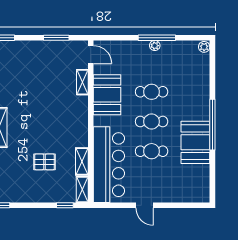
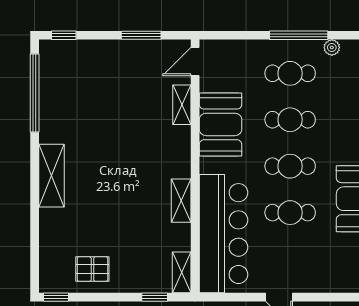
plant: (155, 46) -> (332, 47), moved
door: (91, 55) -> (195, 62), swing flipped
cafe table: (152, 62) -> (290, 73), added
shelving: (82, 161) -> (181, 201), moved
pallet: (45, 162) -> (92, 269), moved

